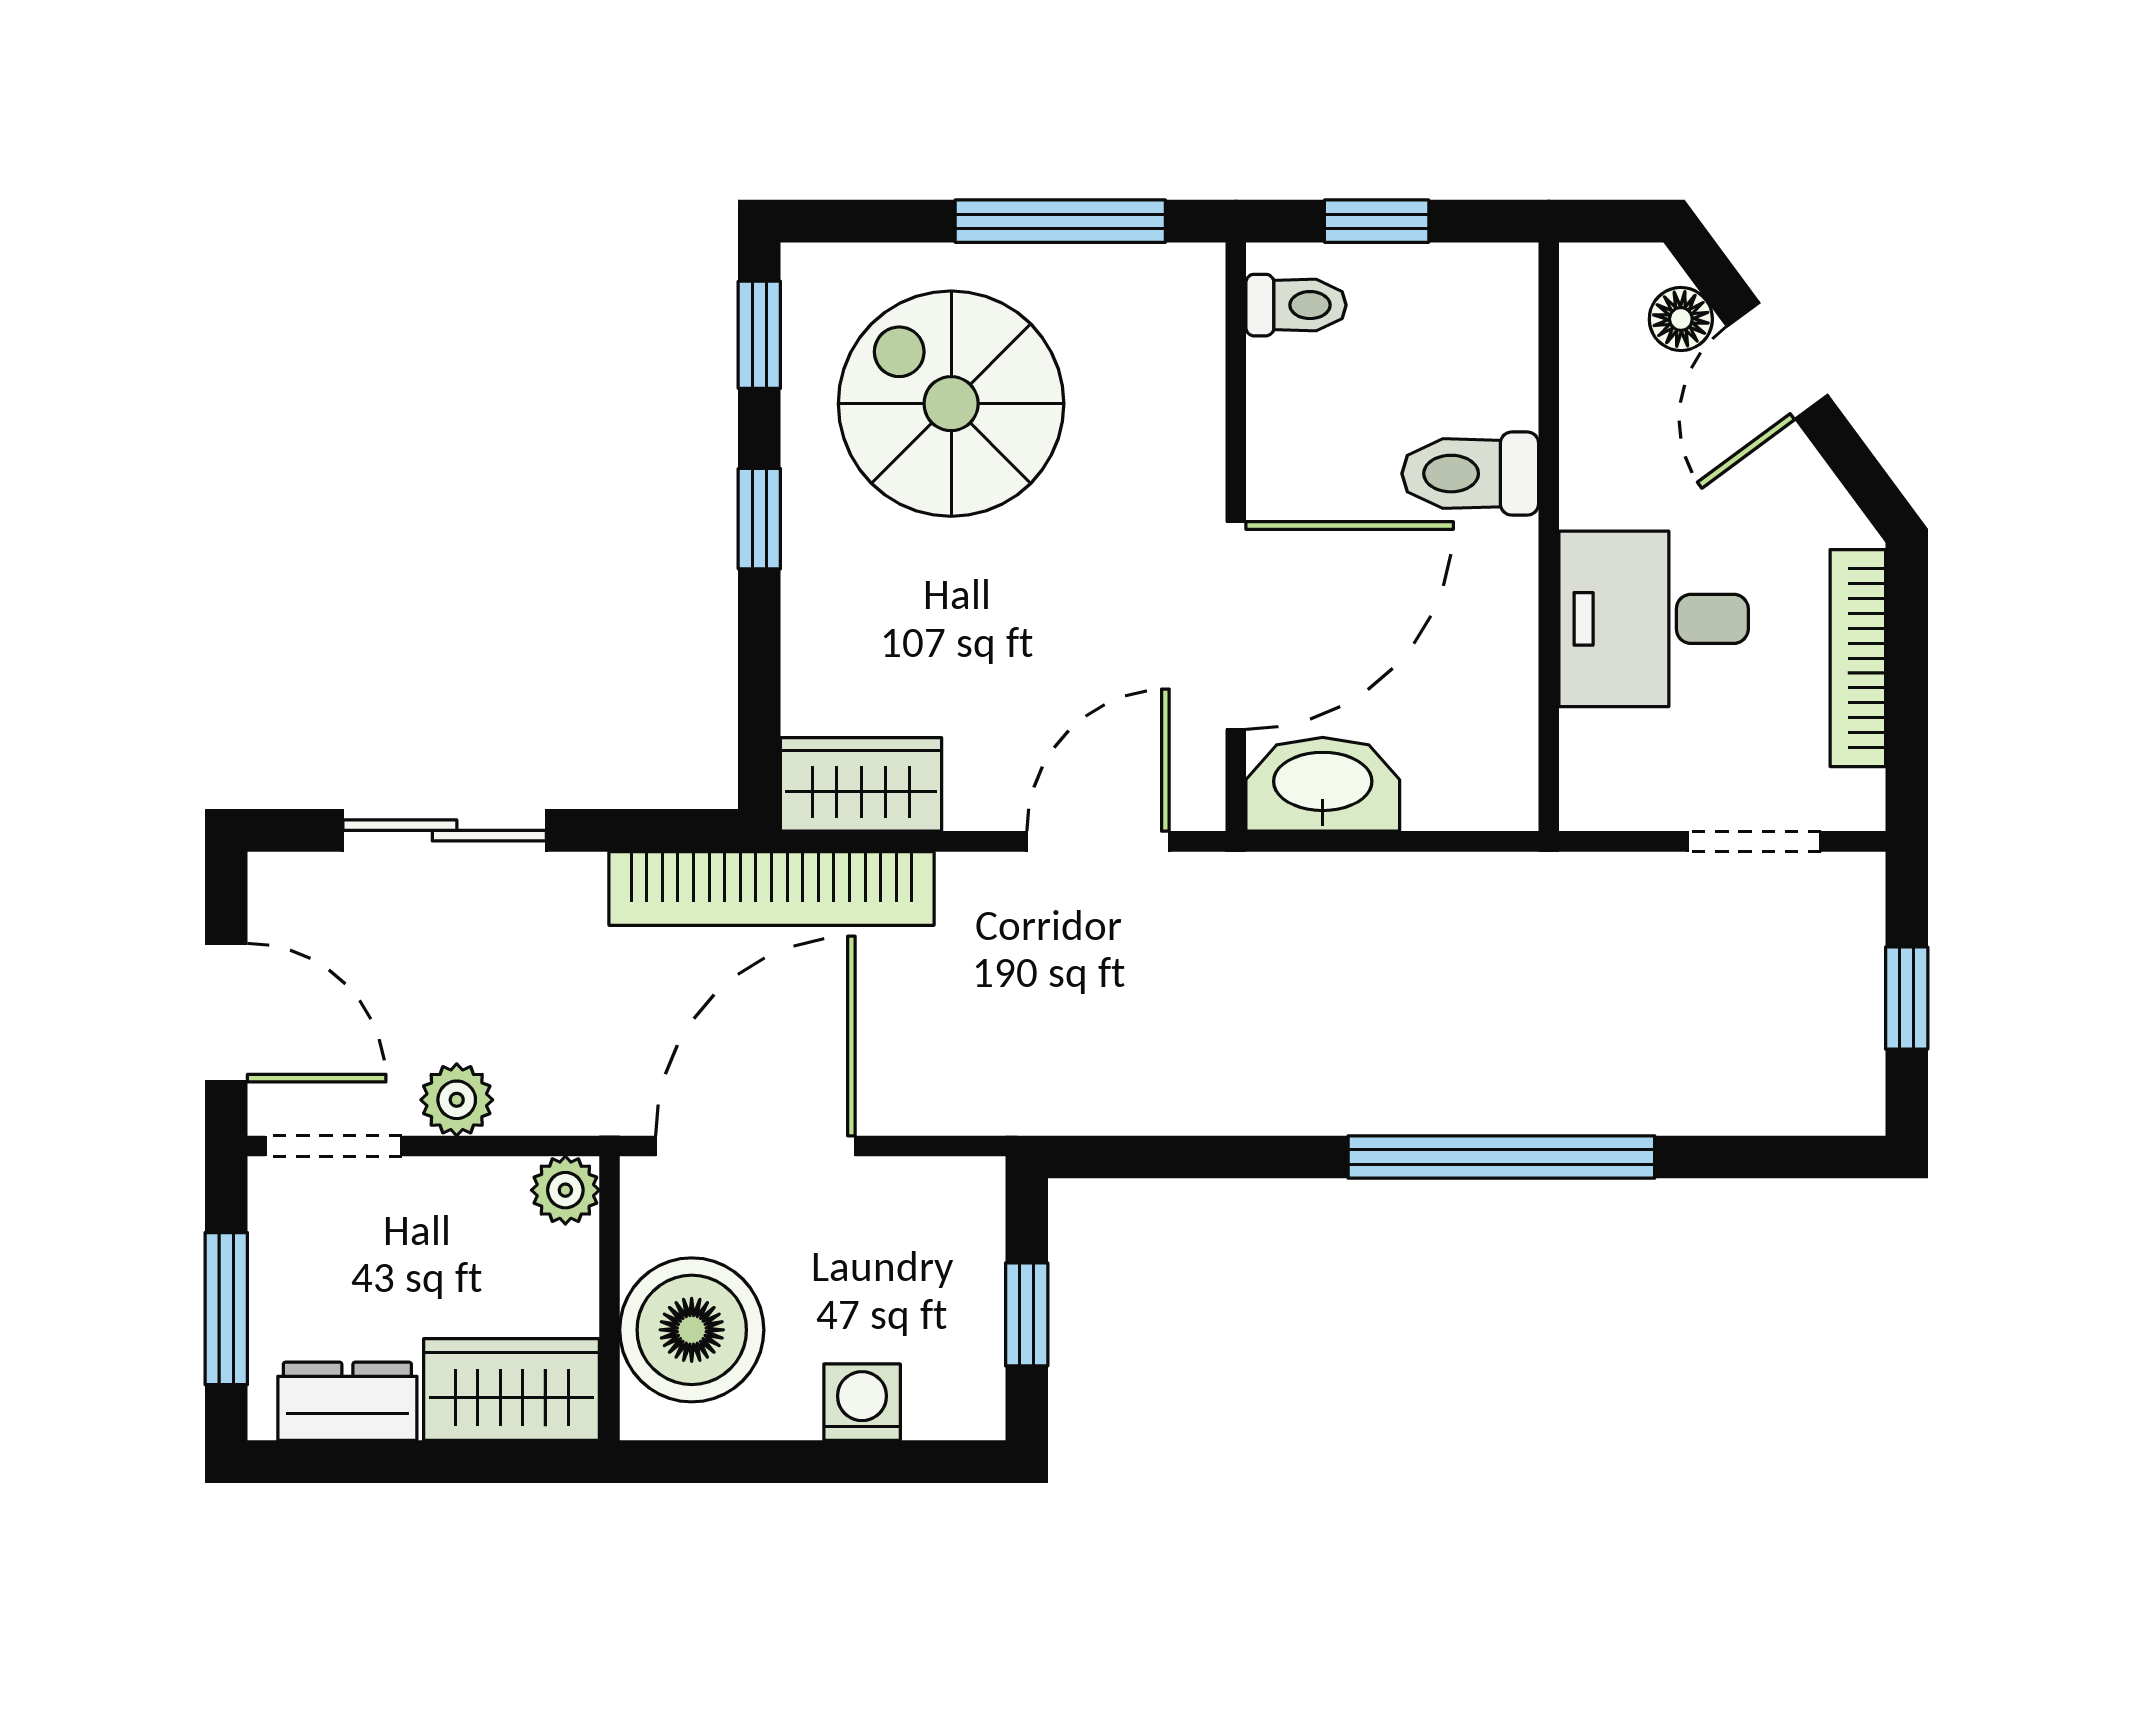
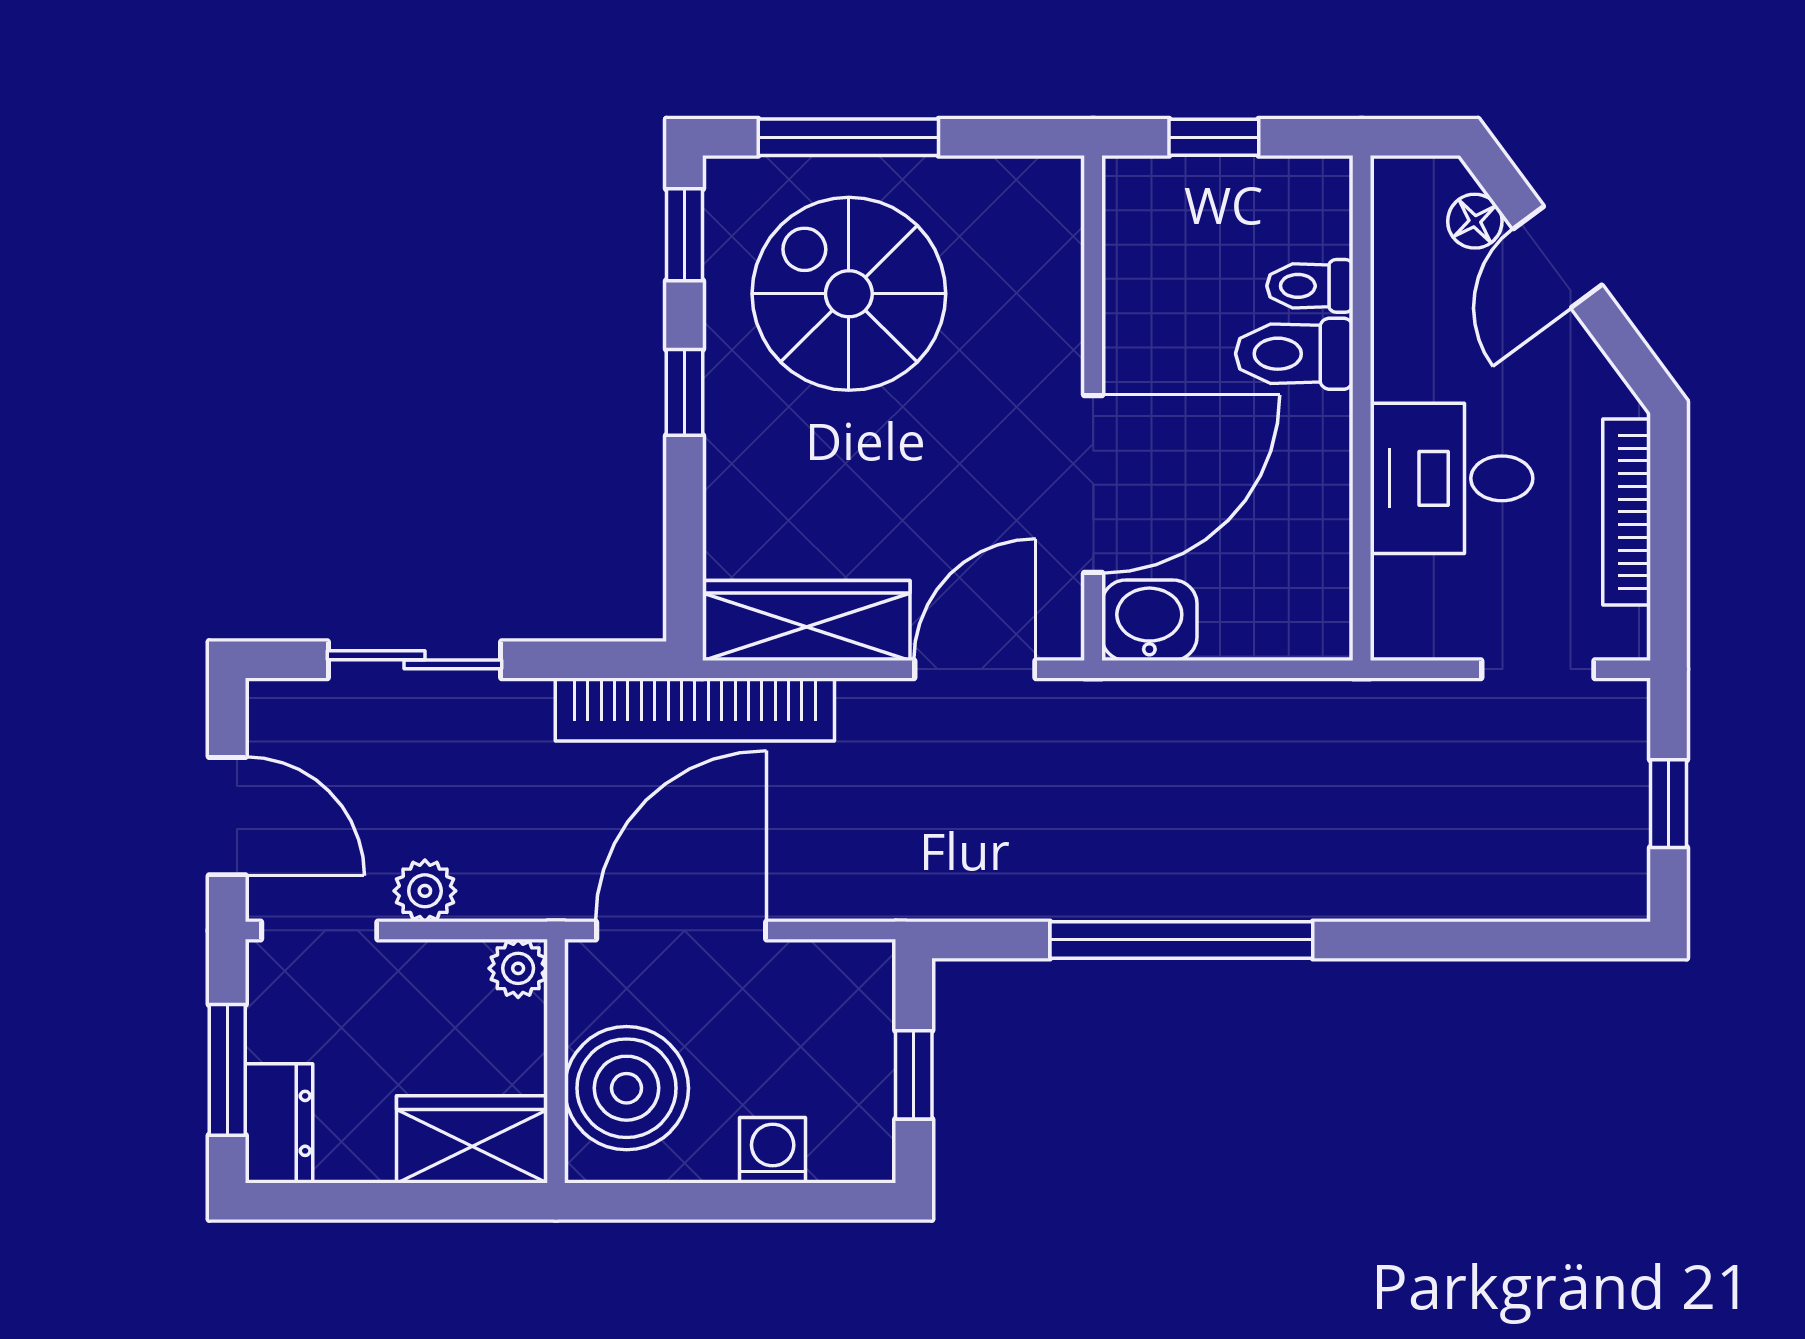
window: (1060, 221) -> (848, 137), moved
toilet: (1296, 305) -> (1310, 286), moved, turned 180
wardrobe: (861, 784) -> (806, 620), width x1.50
washbasin: (1323, 784) -> (1149, 620), width x0.72
window: (1501, 1157) -> (1181, 940), moved
dresser: (347, 1401) -> (279, 1123), moved, turned 90

